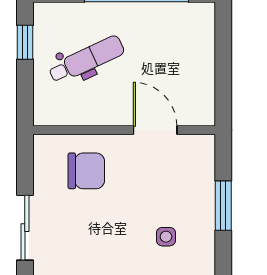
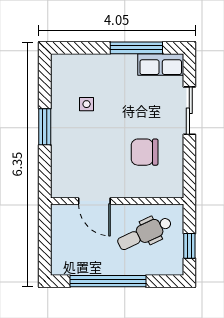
wall: (124, 130) -> (117, 201), moved
door: (155, 130) -> (94, 201), moved

